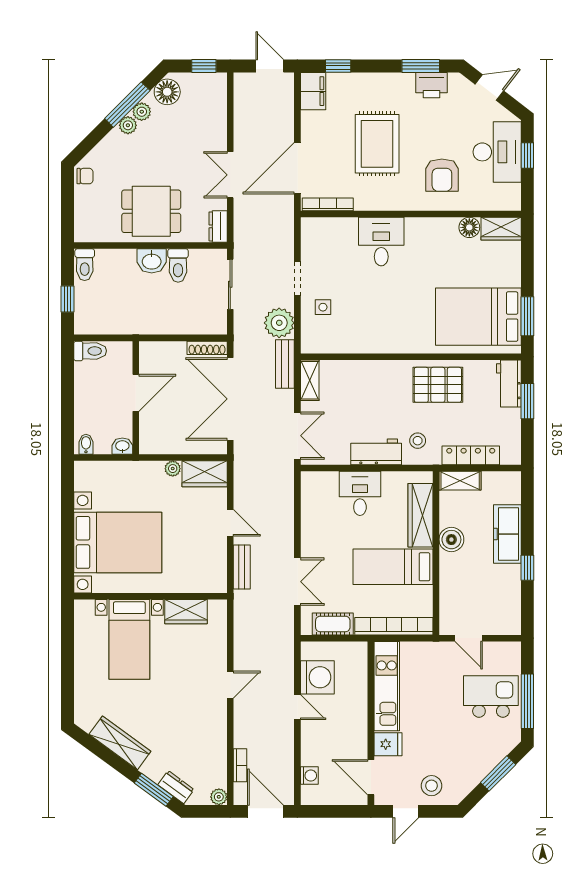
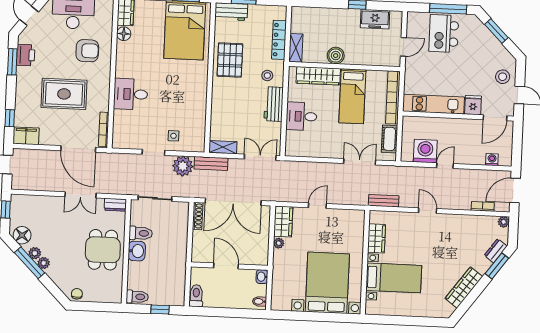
freezer: (507, 534) -> (375, 19), moved, width x0.71
bench: (242, 567) -> (384, 201), moved

